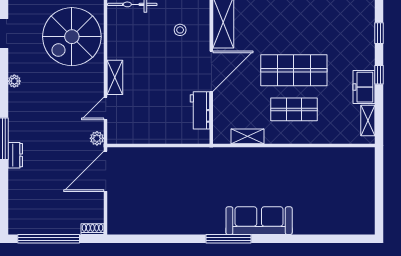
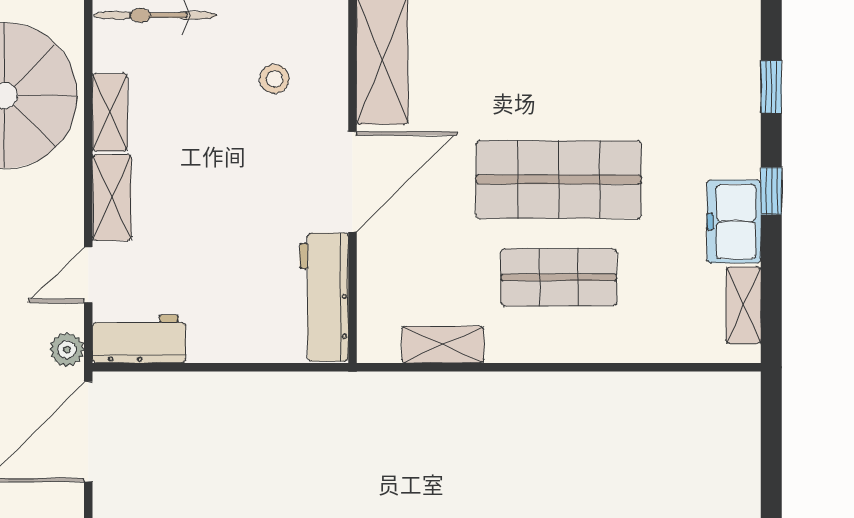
shelving: (114, 43) -> (110, 112), added
workbench: (200, 110) -> (324, 297), width x1.38
workbench: (126, 134) -> (139, 339), added

